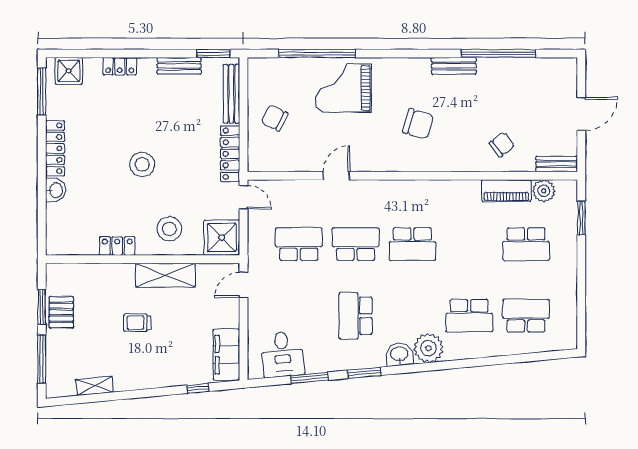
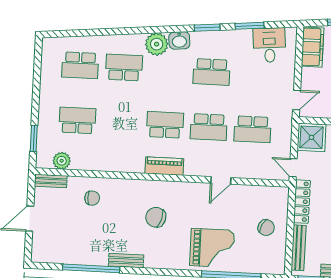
chair: (502, 144) -> (92, 198), turned -142
piano: (506, 191) -> (164, 166), moved
school desk: (356, 316) -> (211, 72), turned 90

